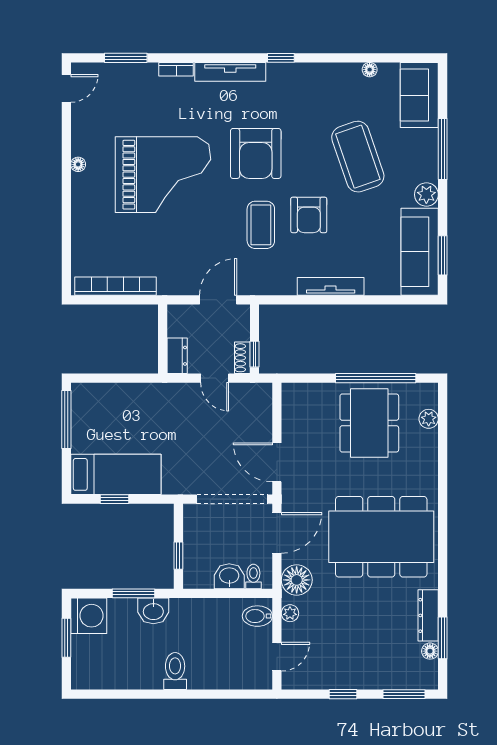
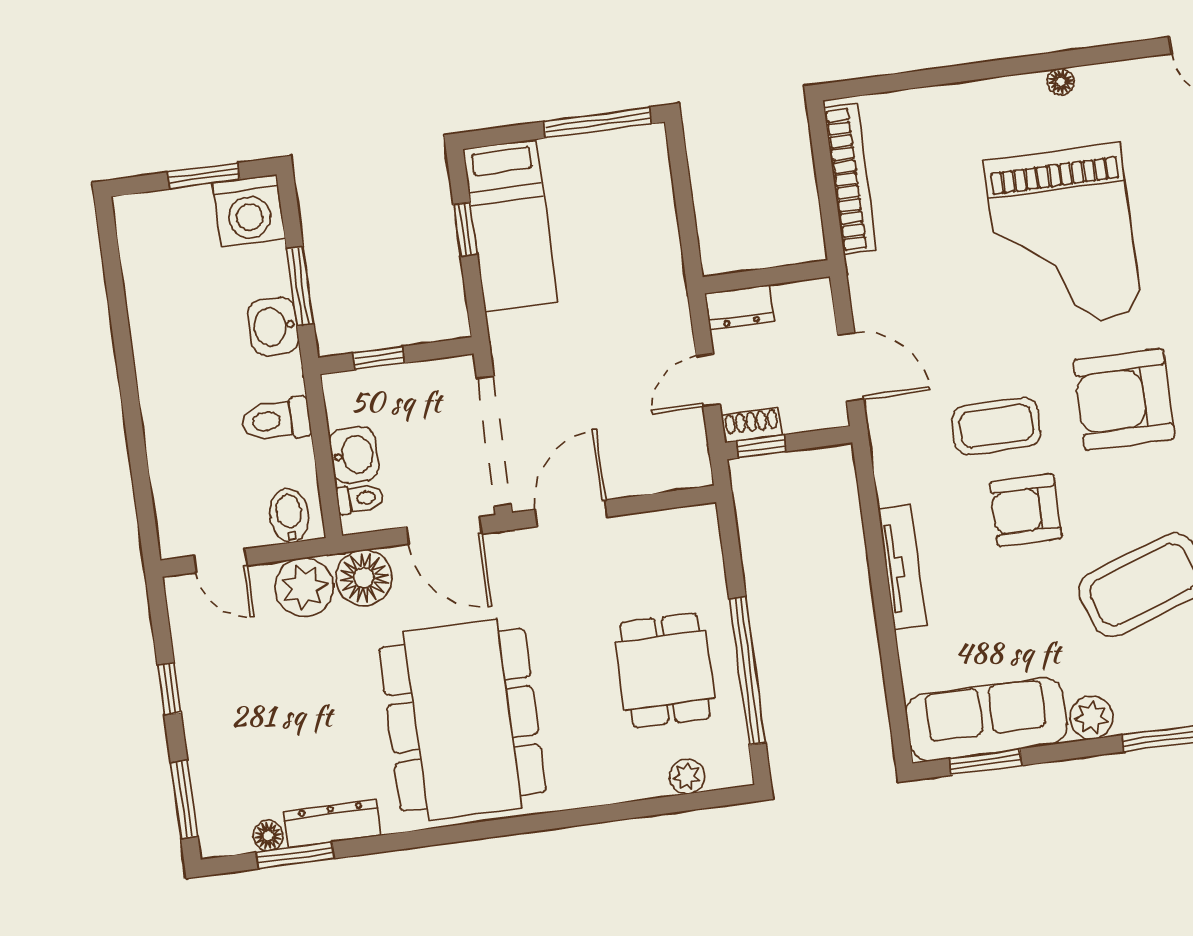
dining table: (369, 423) -> (665, 670), width x0.73
plant: (290, 613) -> (304, 587), width x1.88, depth x1.88
toilet: (175, 671) -> (276, 420), moved, turned 180

